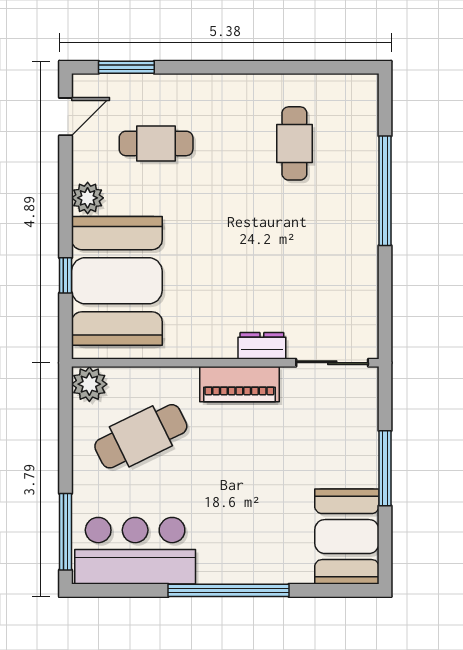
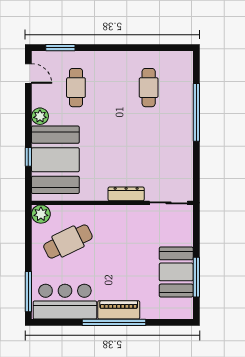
door: (65, 117) -> (28, 73), hinge flipped
cafe table: (156, 143) -> (76, 88), turned 90
dresser: (262, 346) -> (126, 194), width x1.44
piano: (239, 384) -> (119, 310), moved, turned 180
window: (385, 468) -> (196, 277), moved
booth: (347, 537) -> (176, 272), moved

